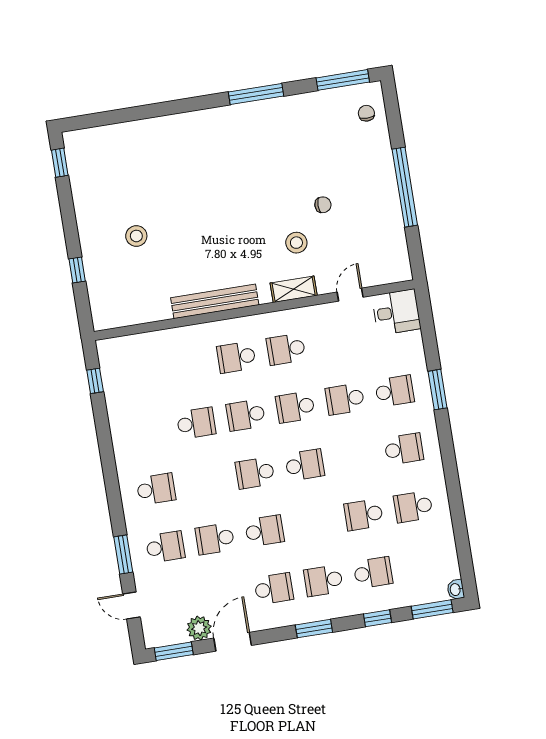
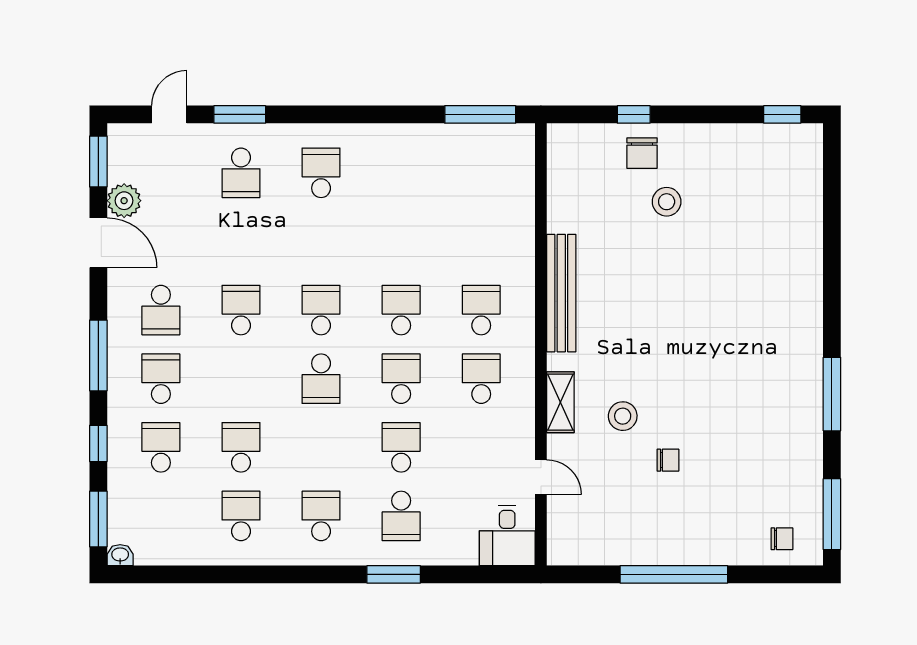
chair: (323, 205) -> (668, 460), turned -90
chair: (104, 259) -> (642, 153), added
window: (95, 381) -> (480, 114), width x2.17
school desk: (196, 423) -> (401, 241), removed
school desk: (404, 449) -> (321, 516), turned 180
school desk: (156, 489) -> (321, 173), turned 180
school desk: (264, 531) -> (241, 310), turned 180
school desk: (215, 539) -> (241, 241), removed
school desk: (373, 573) -> (161, 447), turned 180
window: (314, 629) -> (98, 355), width x1.44

